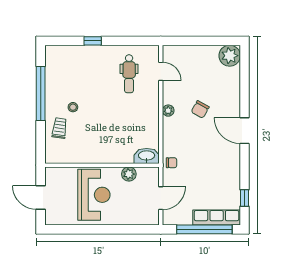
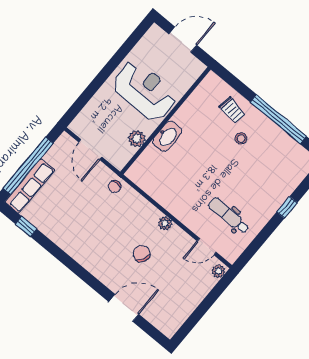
plant: (230, 56) -> (218, 271), moved, width x0.53, depth x0.53
door: (245, 131) -> (124, 308), moved
washbasin: (147, 156) -> (167, 136), moved
reception desk: (94, 195) -> (144, 91), turned 180

